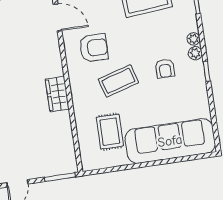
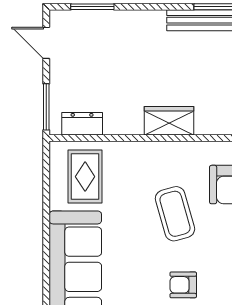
rug: (110, 132) -> (85, 177), moved, turned 90
dresser: (68, 152) -> (82, 124), added

